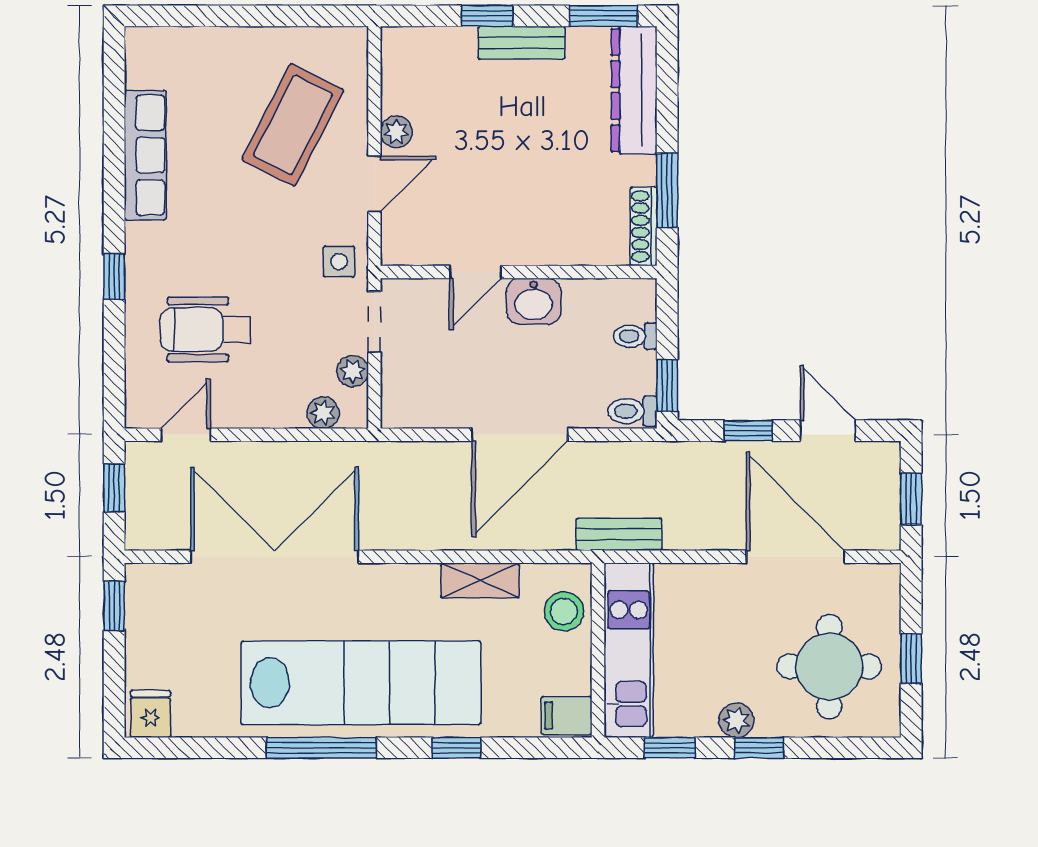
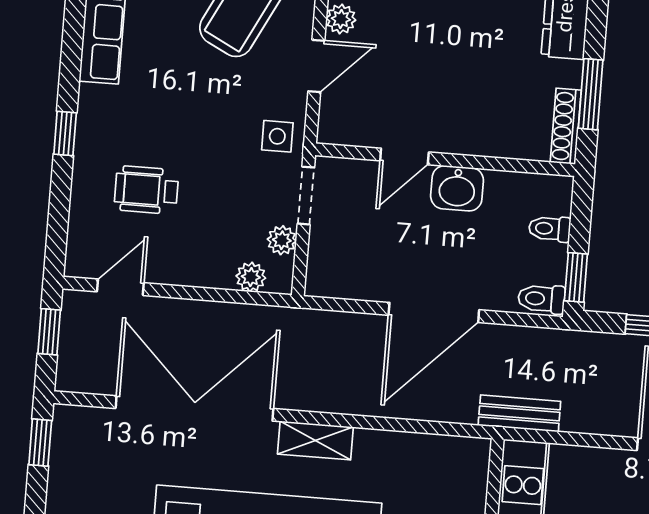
wheelchair: (205, 329) -> (146, 190), width x0.73, depth x0.73
shelving: (480, 580) -> (315, 441), moved
stool: (564, 611) -> (462, 482), removed

